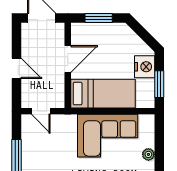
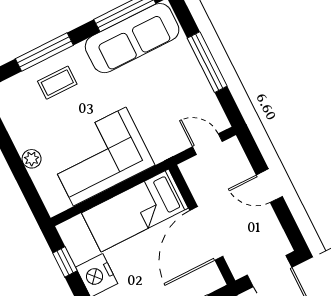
door: (68, 59) -> (206, 233), width x1.36
window: (159, 84) -> (65, 262), width x0.67

